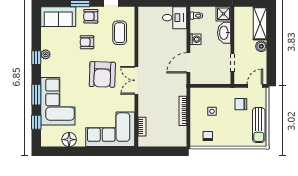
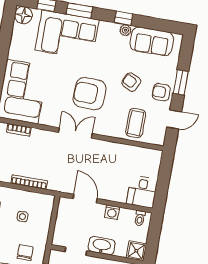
armchair: (91, 16) -> (161, 92), turned -90
sofa: (58, 17) -> (152, 41), moved, turned -90
coffee table: (120, 33) -> (136, 123), turned 90
washbasin: (224, 33) -> (102, 246), moved
armchair: (87, 42) -> (131, 82), turned -63
floor lamp: (69, 140) -> (23, 15), moved

